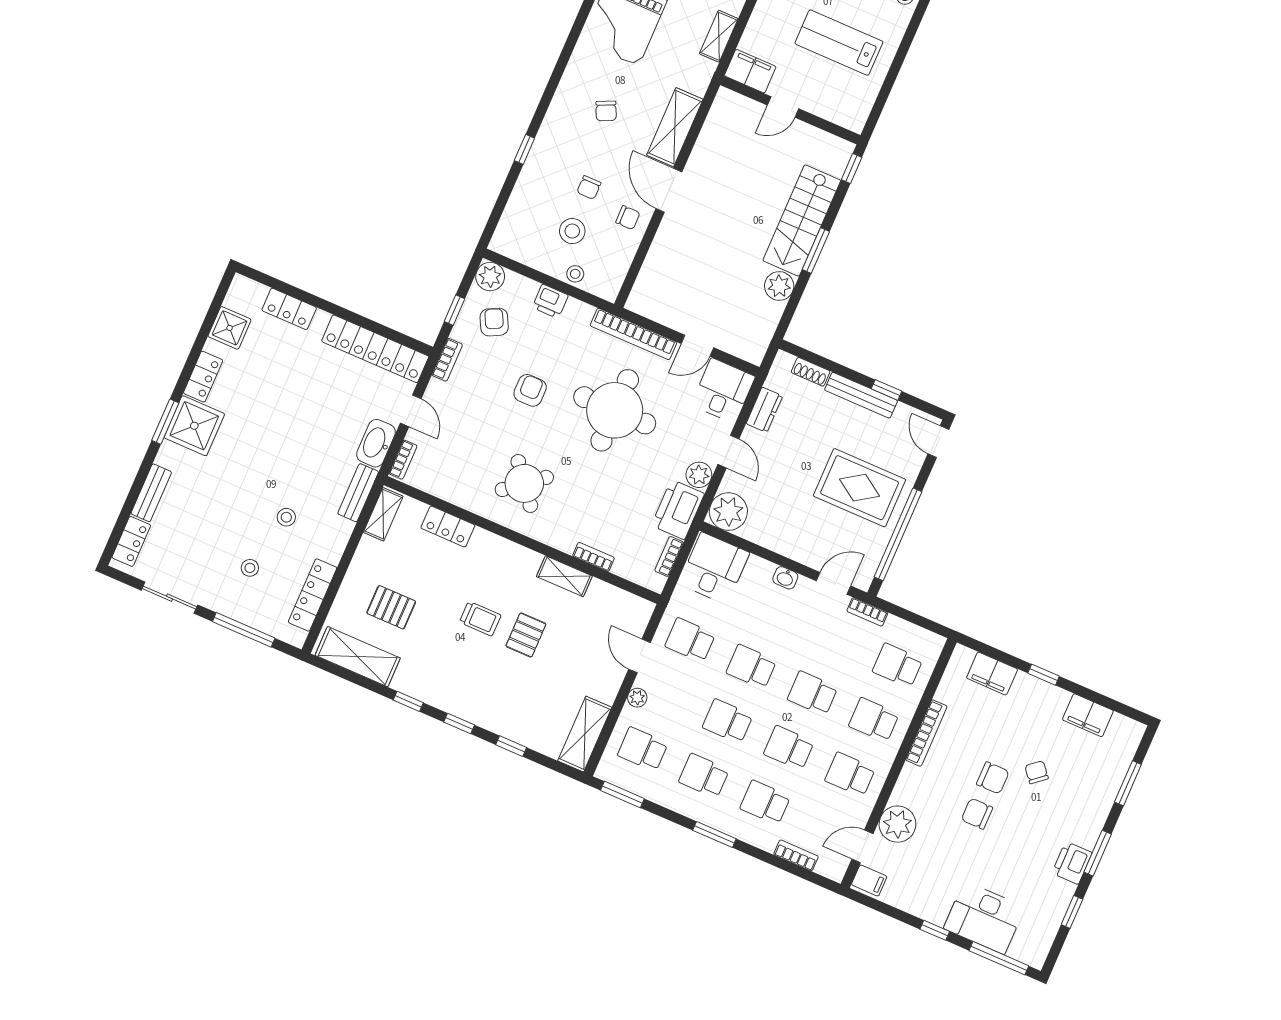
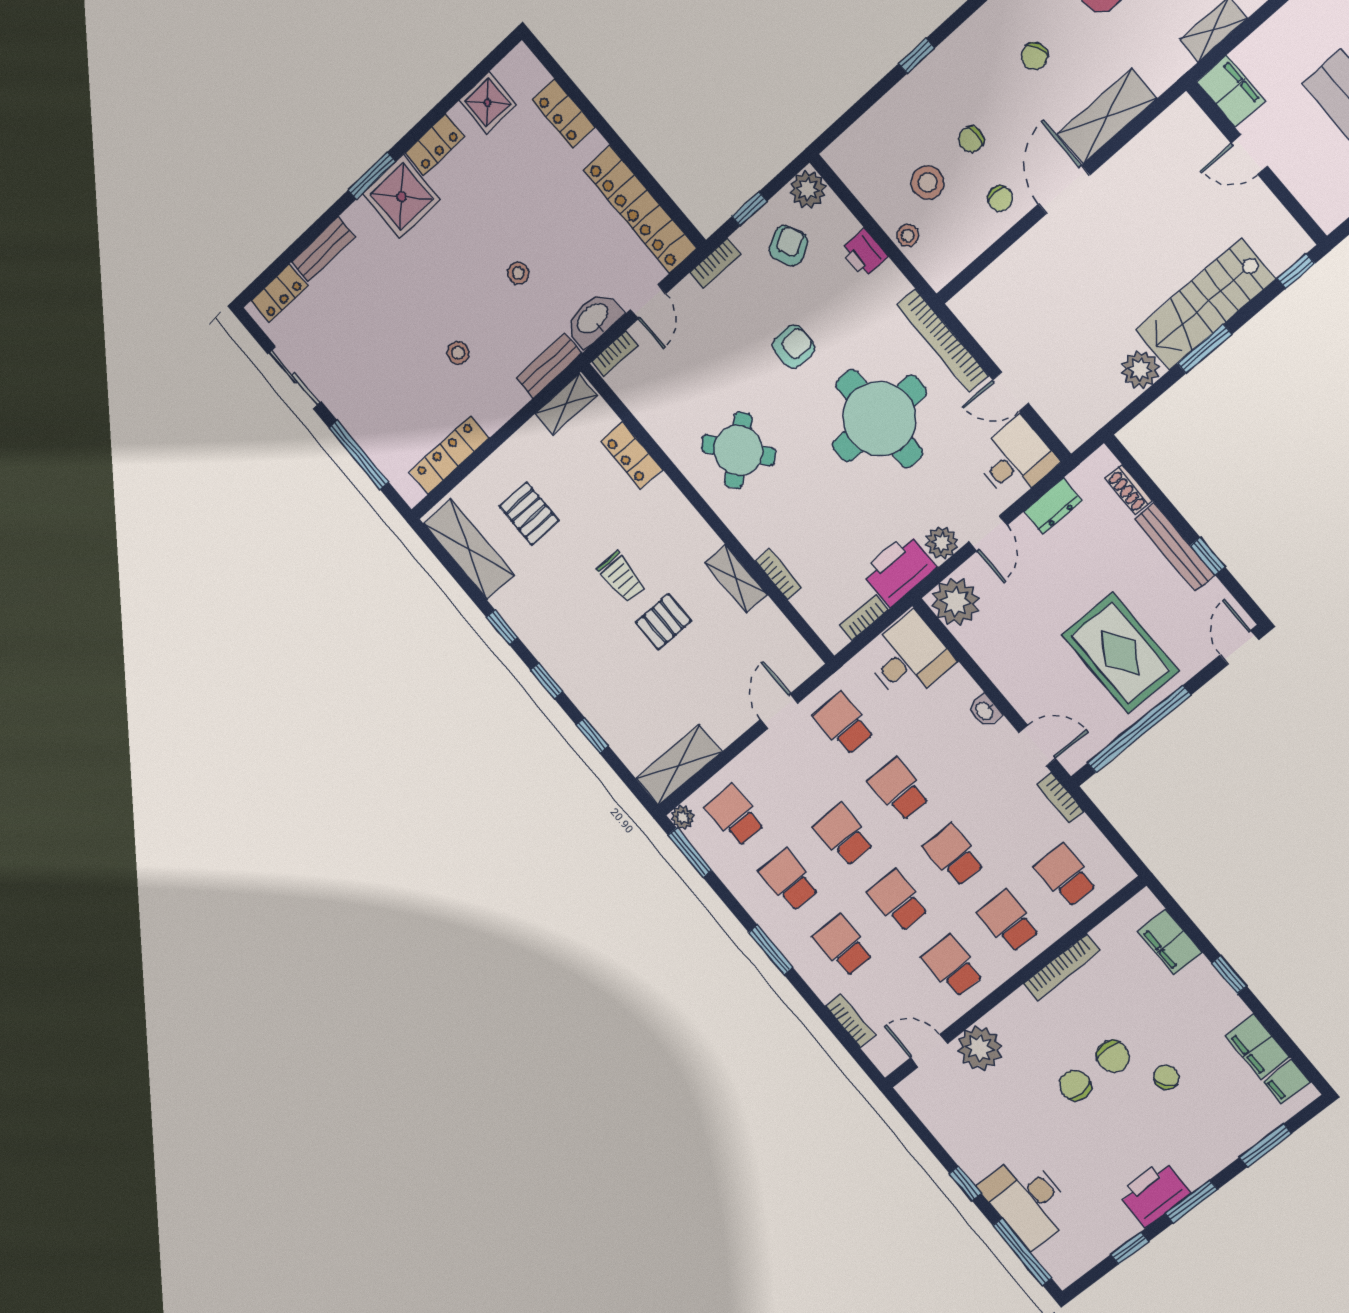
stool: (250, 568) -> (518, 273), moved
plant: (637, 698) -> (683, 817), moved
printer: (1072, 863) -> (1154, 1193), width x1.37, depth x1.19
filing cabinet: (869, 881) -> (1287, 1082), moved, turned 90

